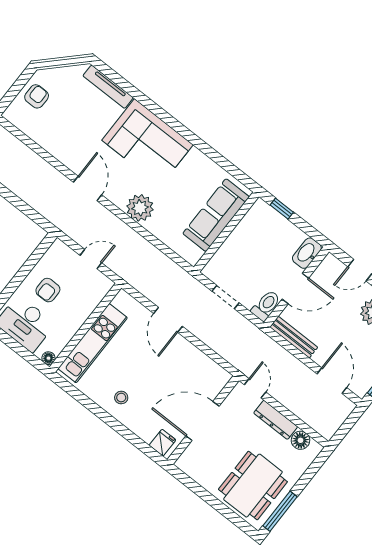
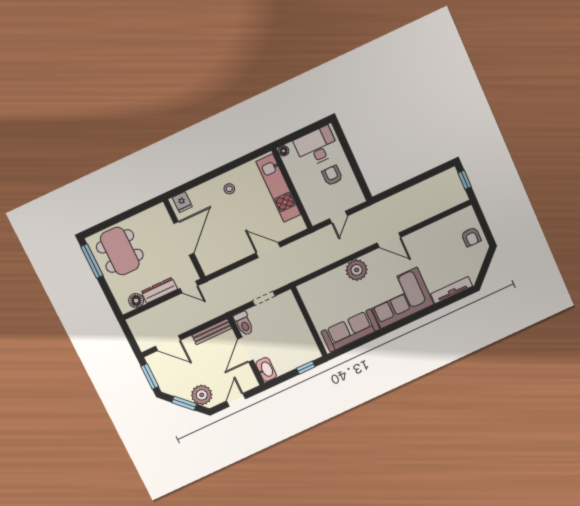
sofa: (216, 215) -> (350, 330), moved, turned -90

